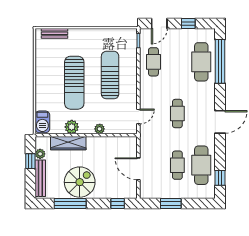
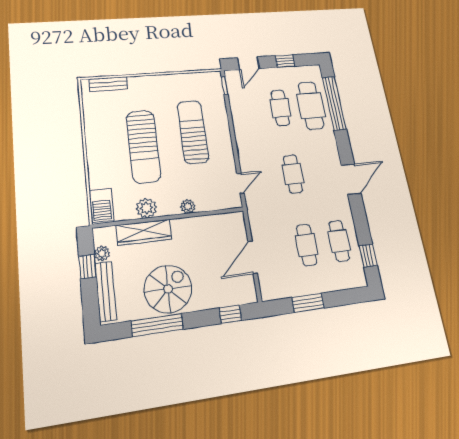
cafe table: (153, 62) -> (280, 108), moved
cafe table: (201, 165) -> (339, 241), width x0.73, depth x0.74
door: (138, 169) -> (253, 257), hinge flipped

